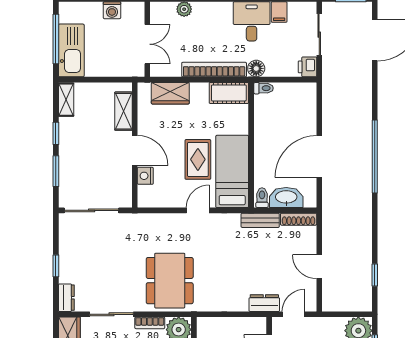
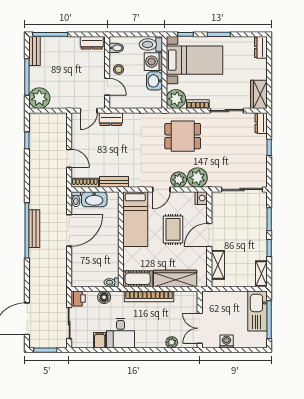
double door: (147, 44) -> (200, 328), moved
floor lamp: (256, 68) -> (104, 297), moved
wardrobe: (170, 93) -> (175, 278), width x1.50
door: (135, 150) -> (209, 235), hinge flipped
rug: (198, 159) -> (173, 229), moved
bench: (365, 159) -> (34, 229), added
nightstand: (145, 176) -> (201, 198), moved
toilet: (262, 198) -> (76, 199), moved
plant: (175, 223) -> (179, 180), added
plant: (150, 226) -> (197, 178), added
door: (319, 267) -> (69, 158), moved
dining table: (170, 281) -> (183, 136), width x0.73

